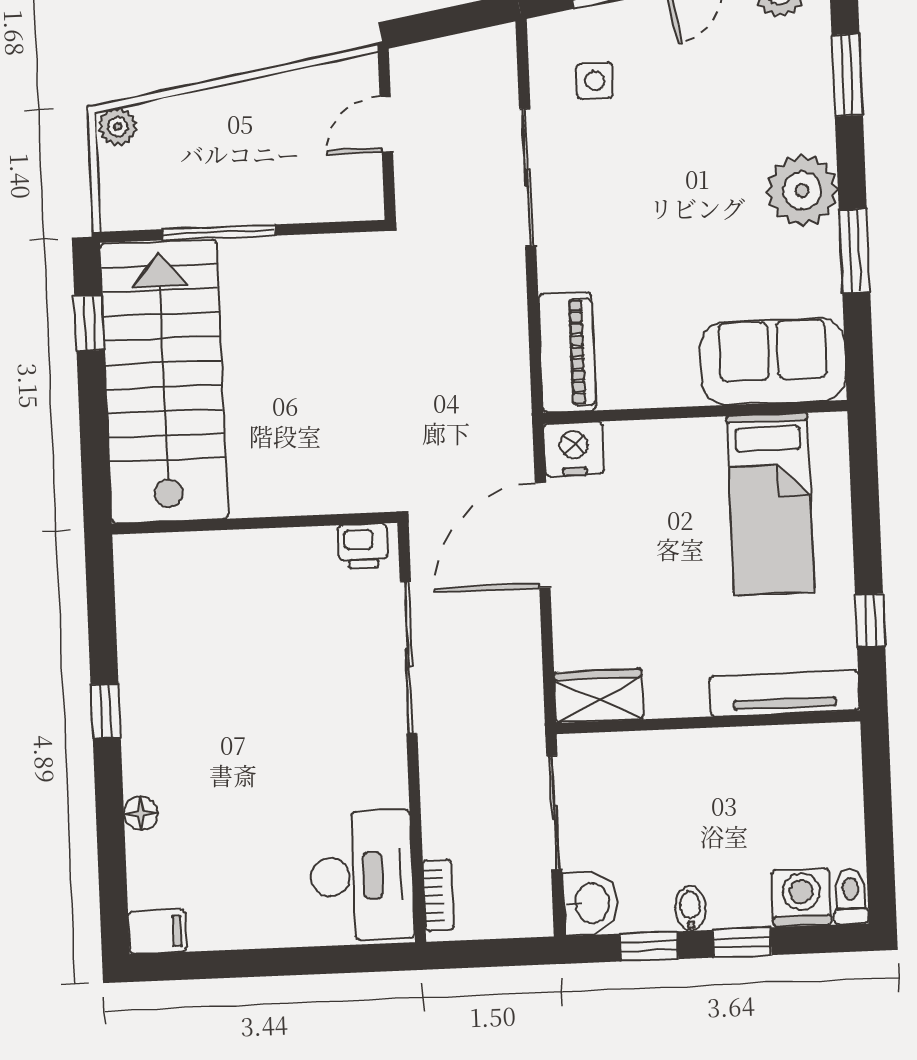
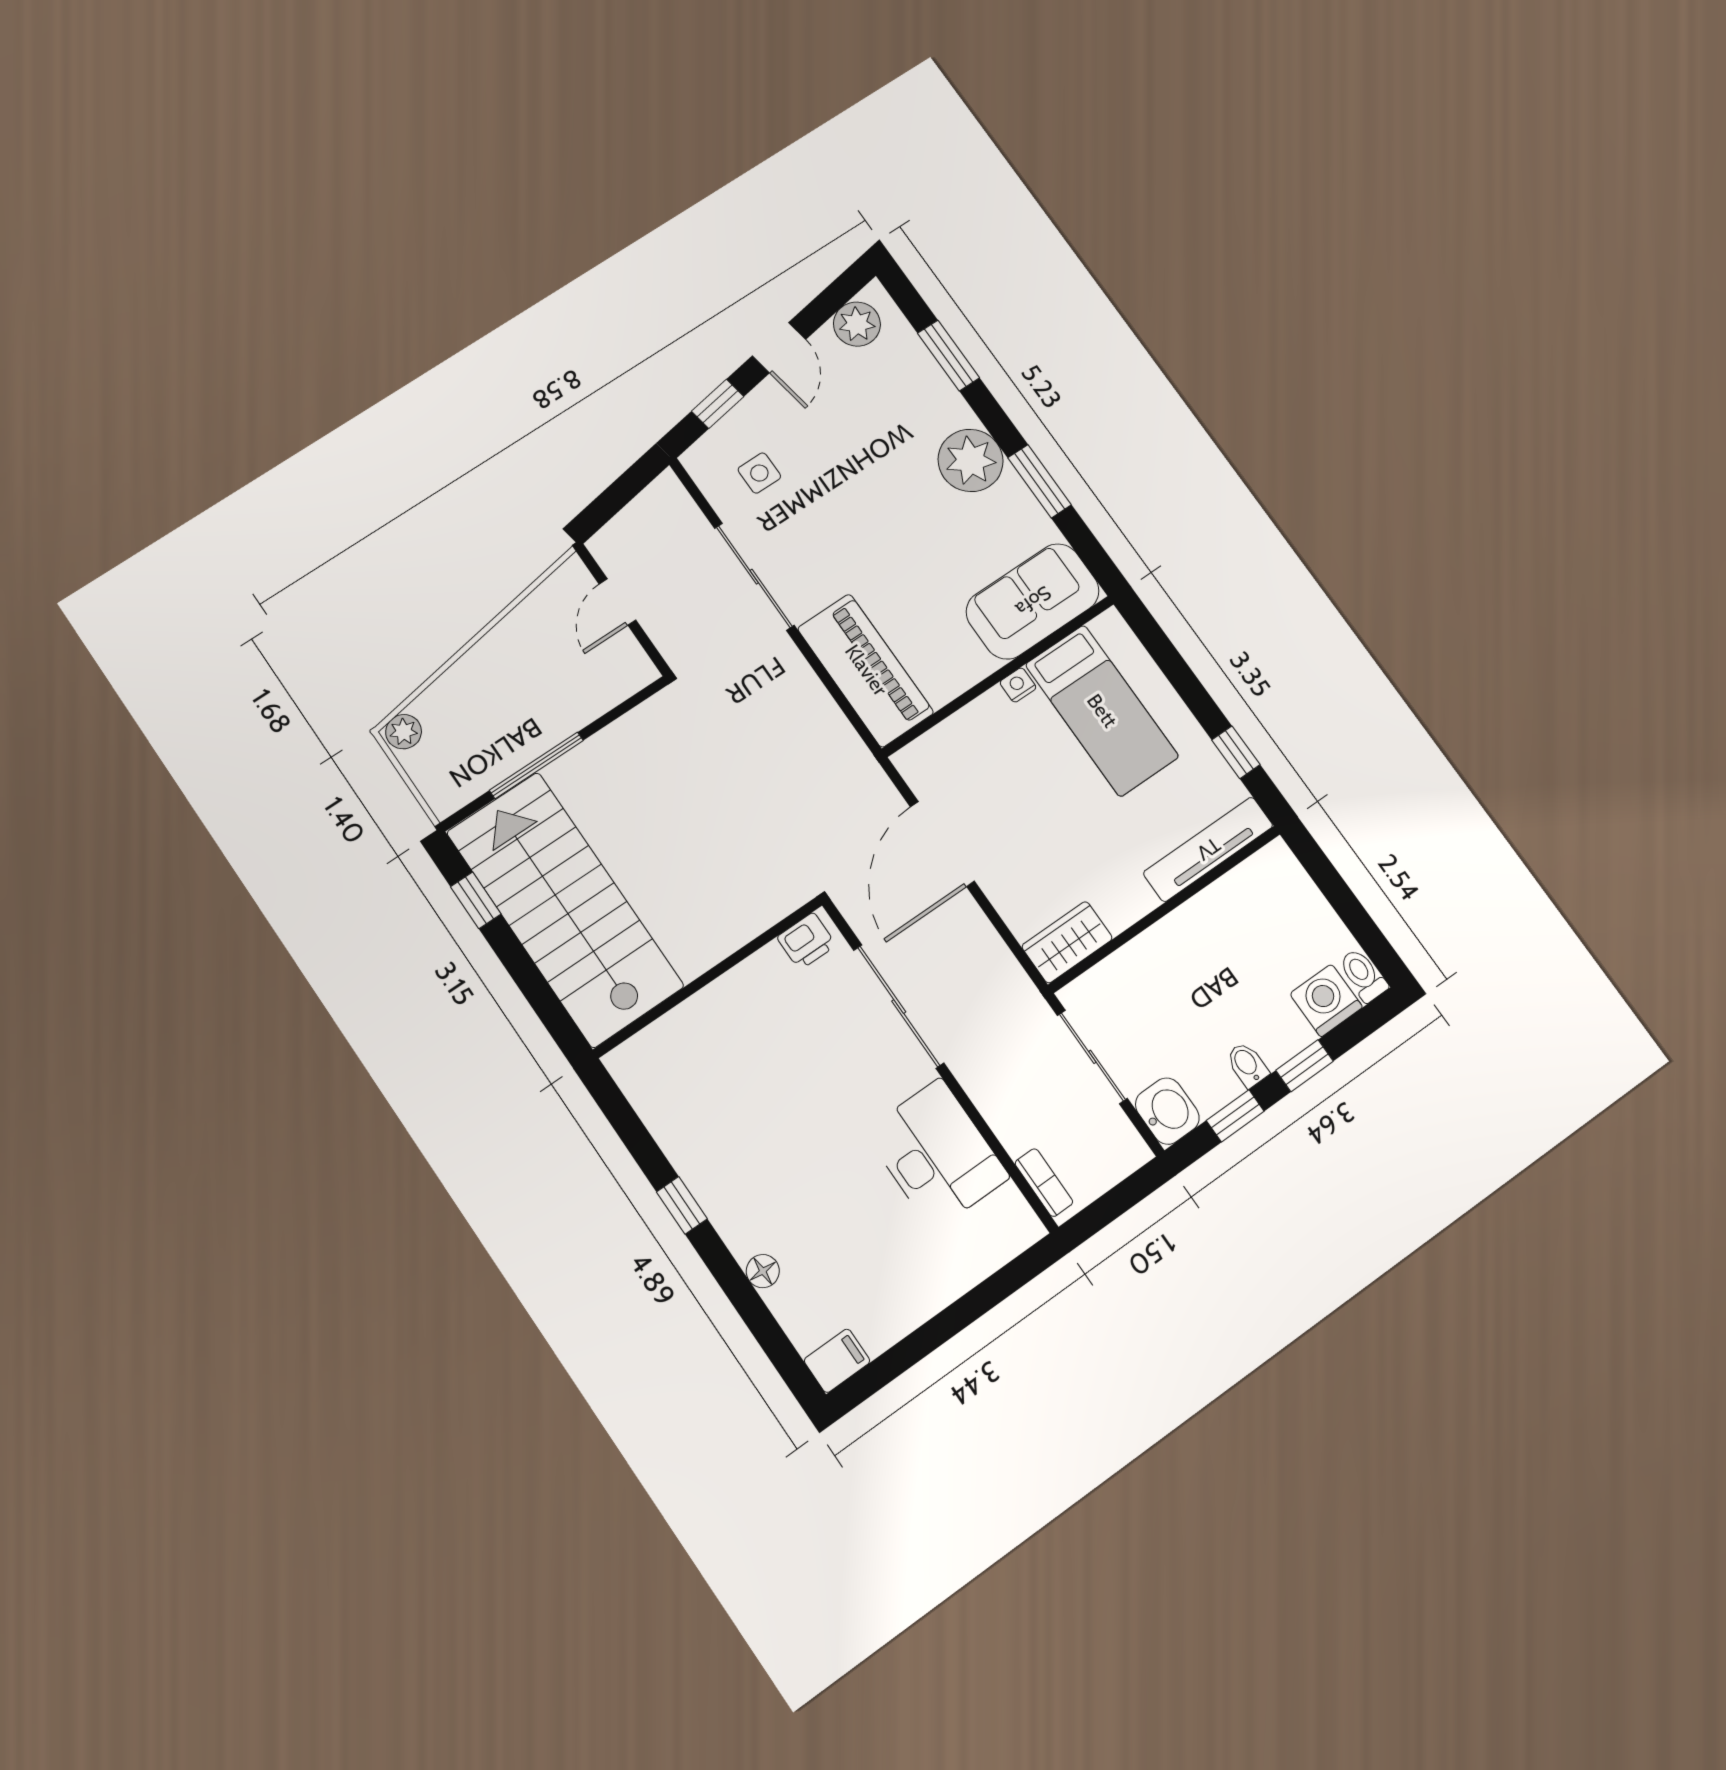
piano: (567, 352) -> (866, 670), width x1.37, depth x1.33
nightstand: (574, 449) -> (1018, 685), moved, width x0.53, depth x0.56
desk: (362, 876) -> (937, 1154), moved

